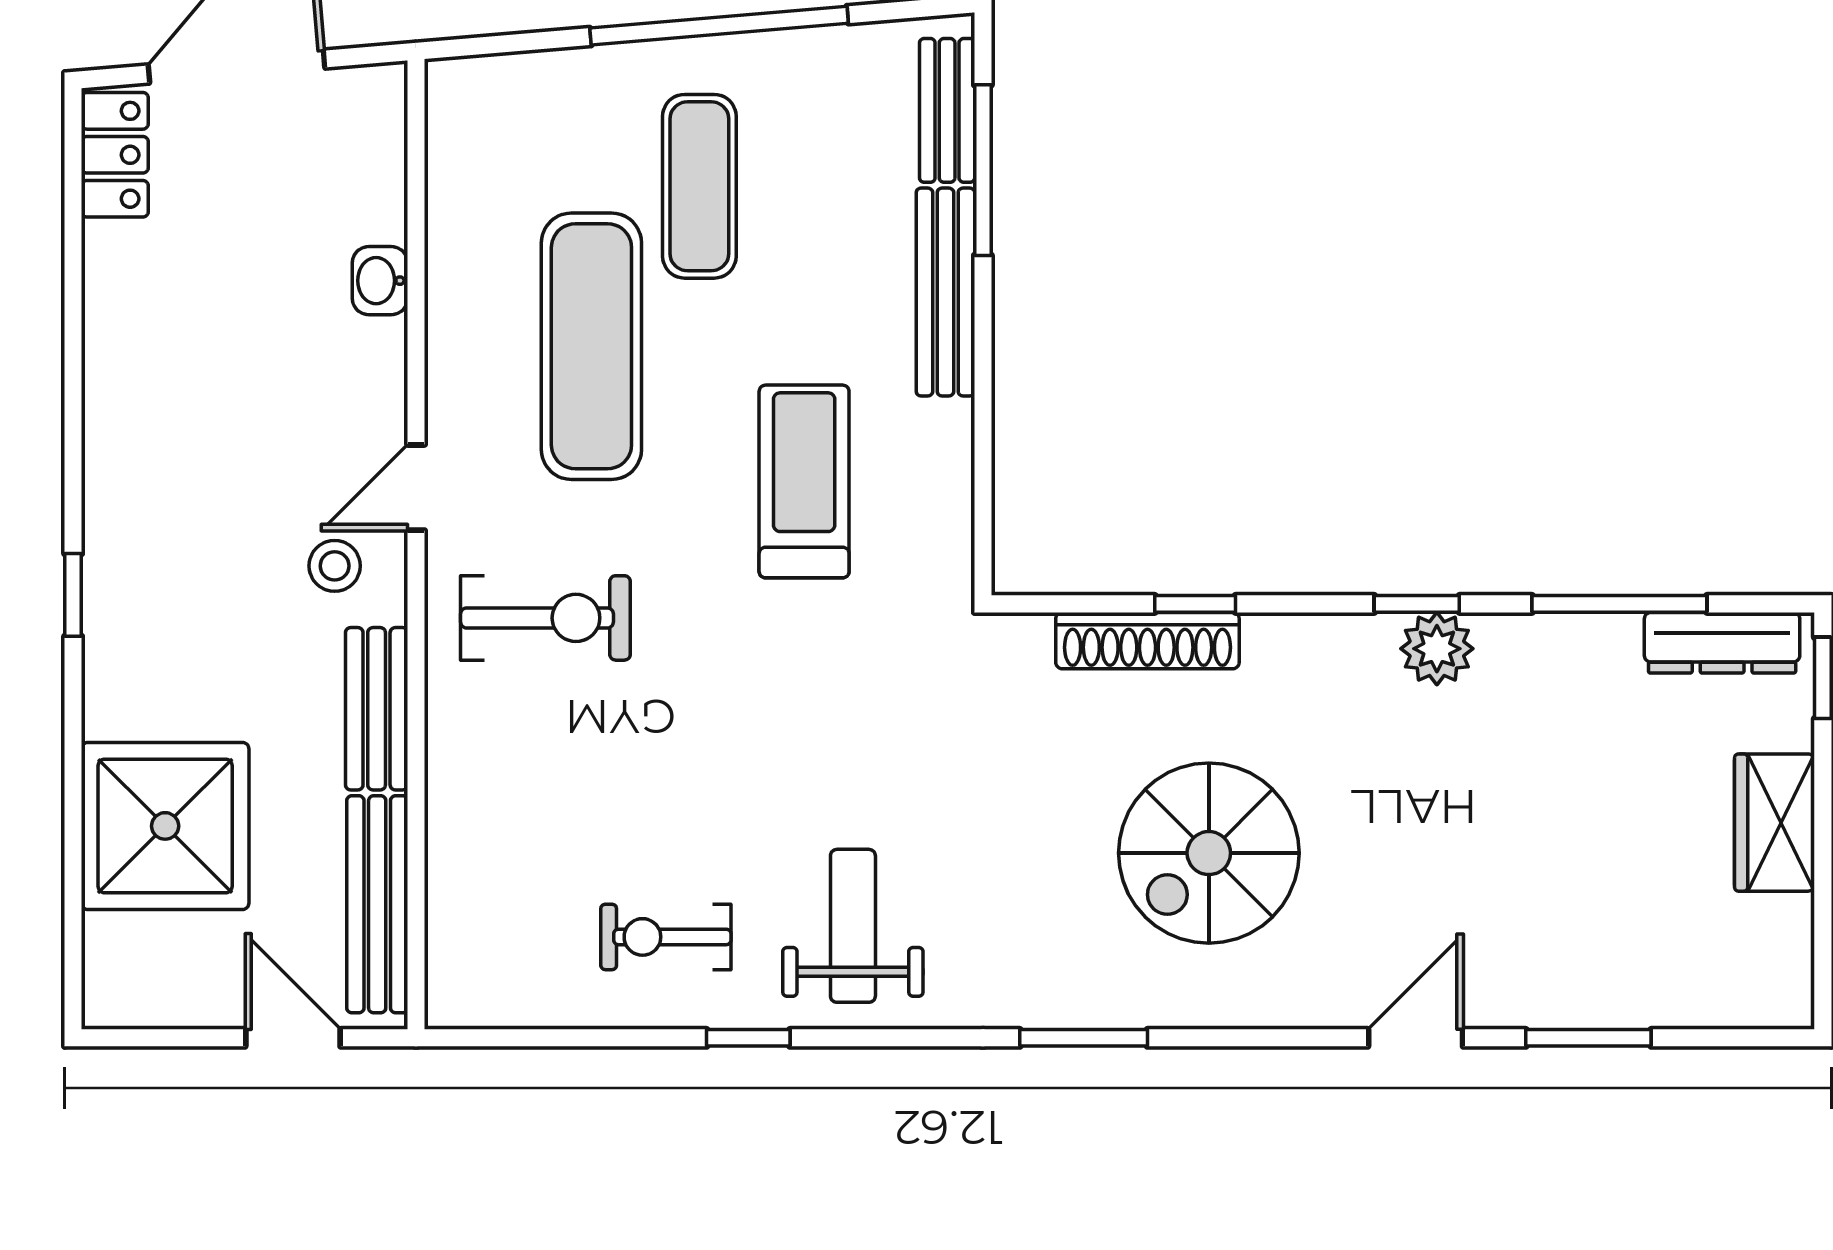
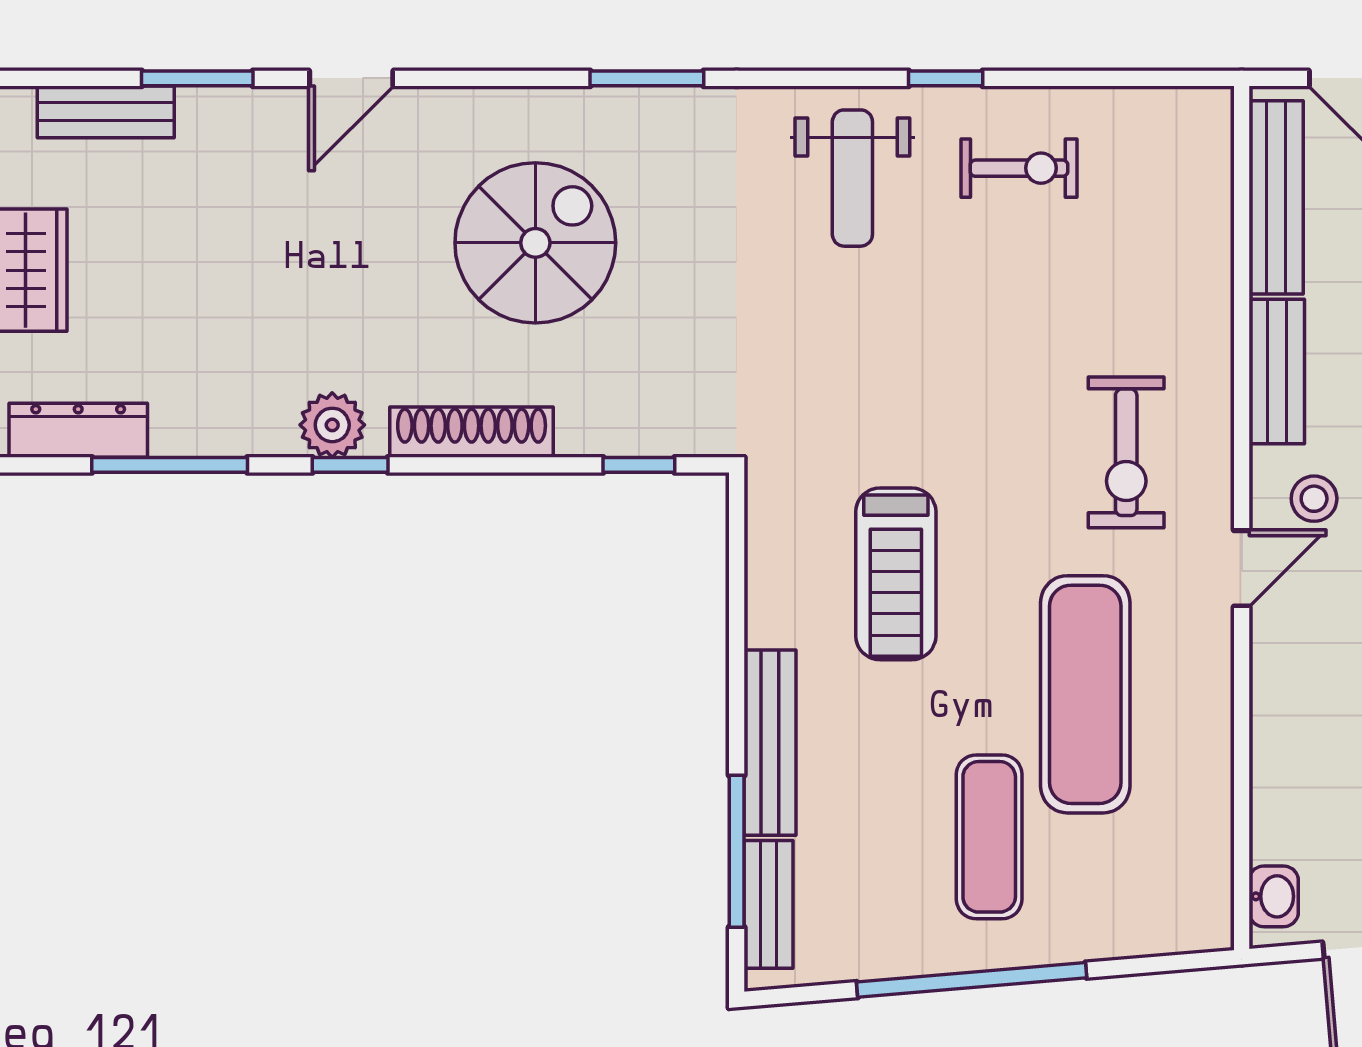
washbasin: (380, 281) -> (1274, 896), moved
window: (1195, 604) -> (639, 465), moved
exercise bike: (545, 618) -> (1126, 452), turned -90
shoe rack: (1147, 641) -> (472, 432), moved
bench: (1691, 1000) -> (106, 112), added

